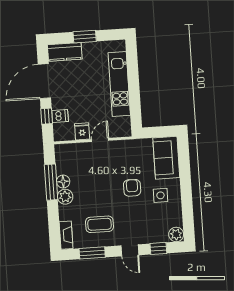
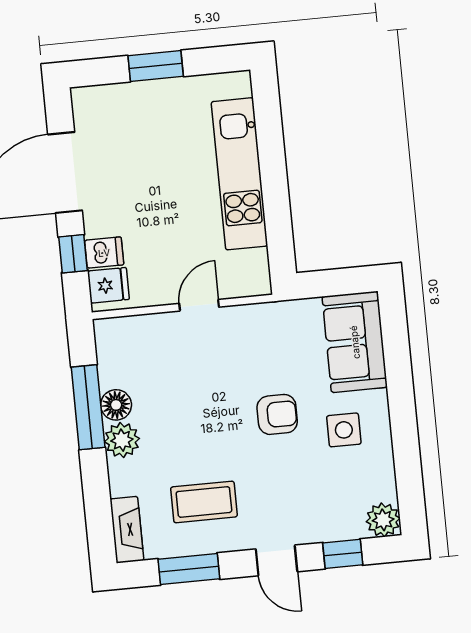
kitchen counter: (65, 52) -> (110, 103), removed
fridge: (82, 131) -> (108, 285), moved, turned 90
armchair: (132, 188) -> (277, 414), turned 90

